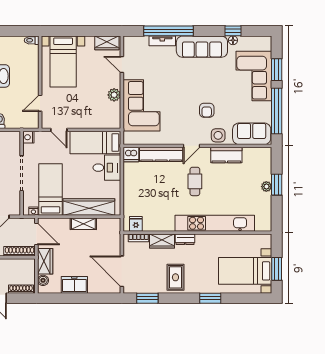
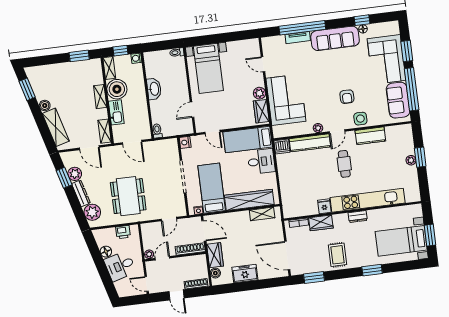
wardrobe: (107, 43) -> (261, 111), moved, turned 90
sofa: (252, 134) -> (398, 100), moved, turned -90
plant: (172, 140) -> (318, 128), added
shelving: (83, 224) -> (262, 214), moved
fridge: (136, 224) -> (324, 206), moved
dresser: (185, 239) -> (358, 217), moved

